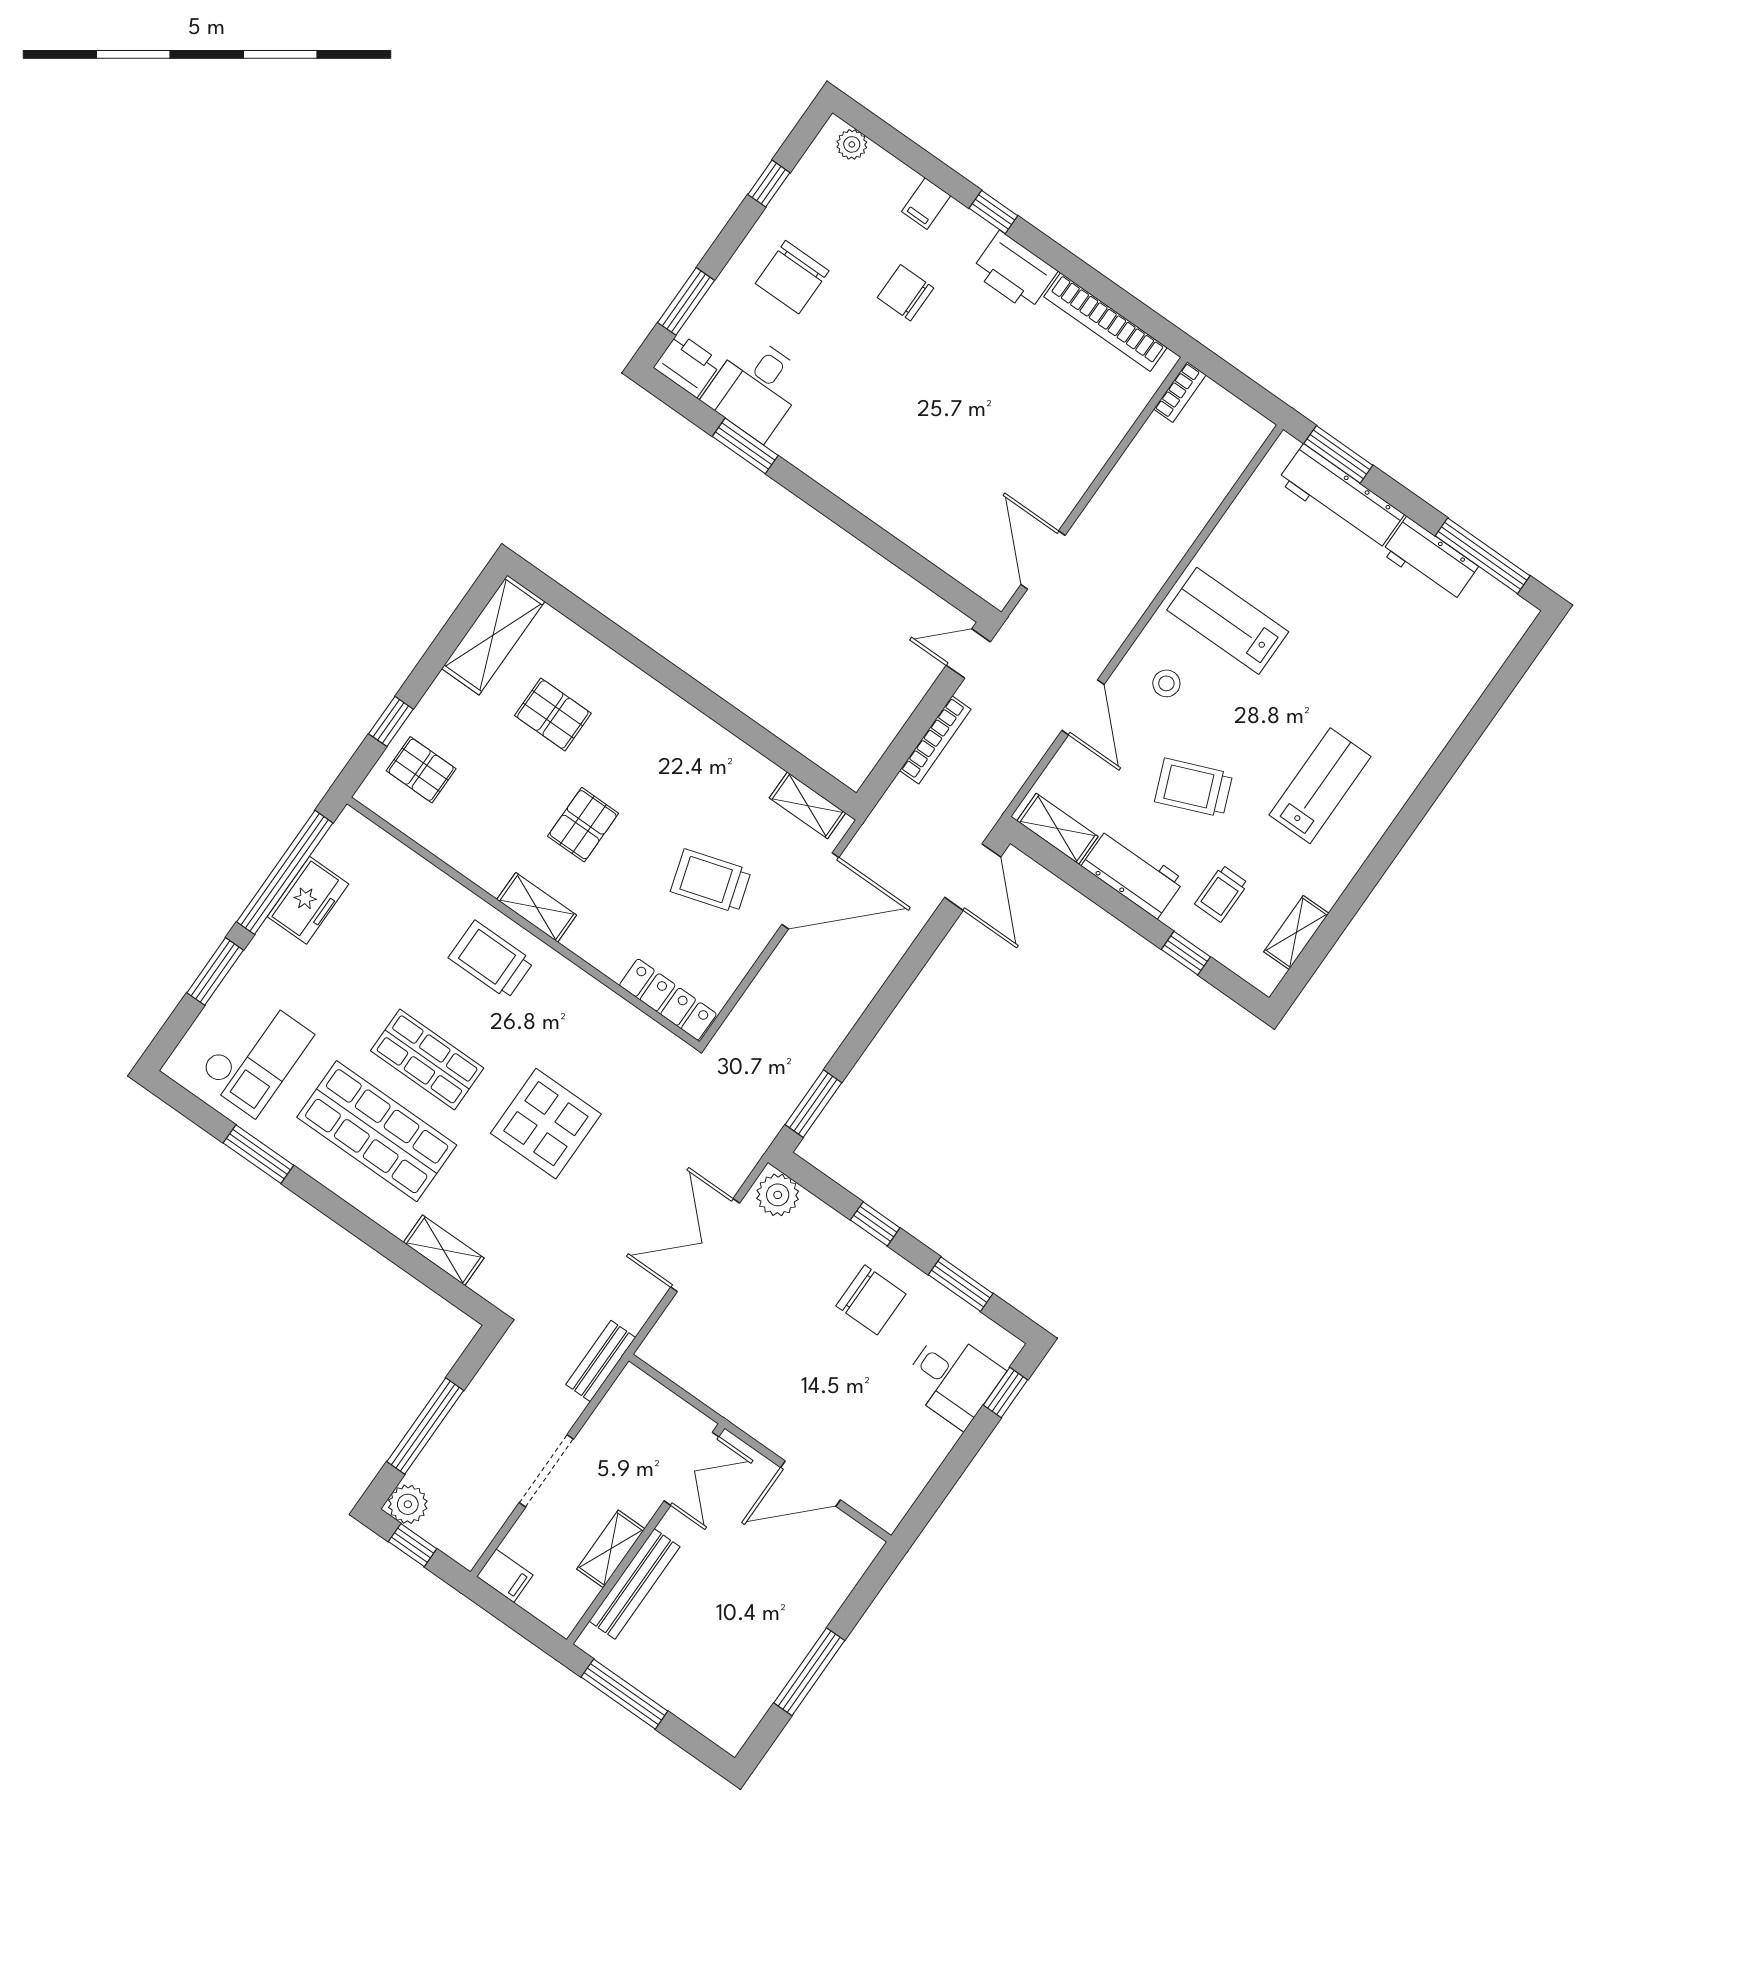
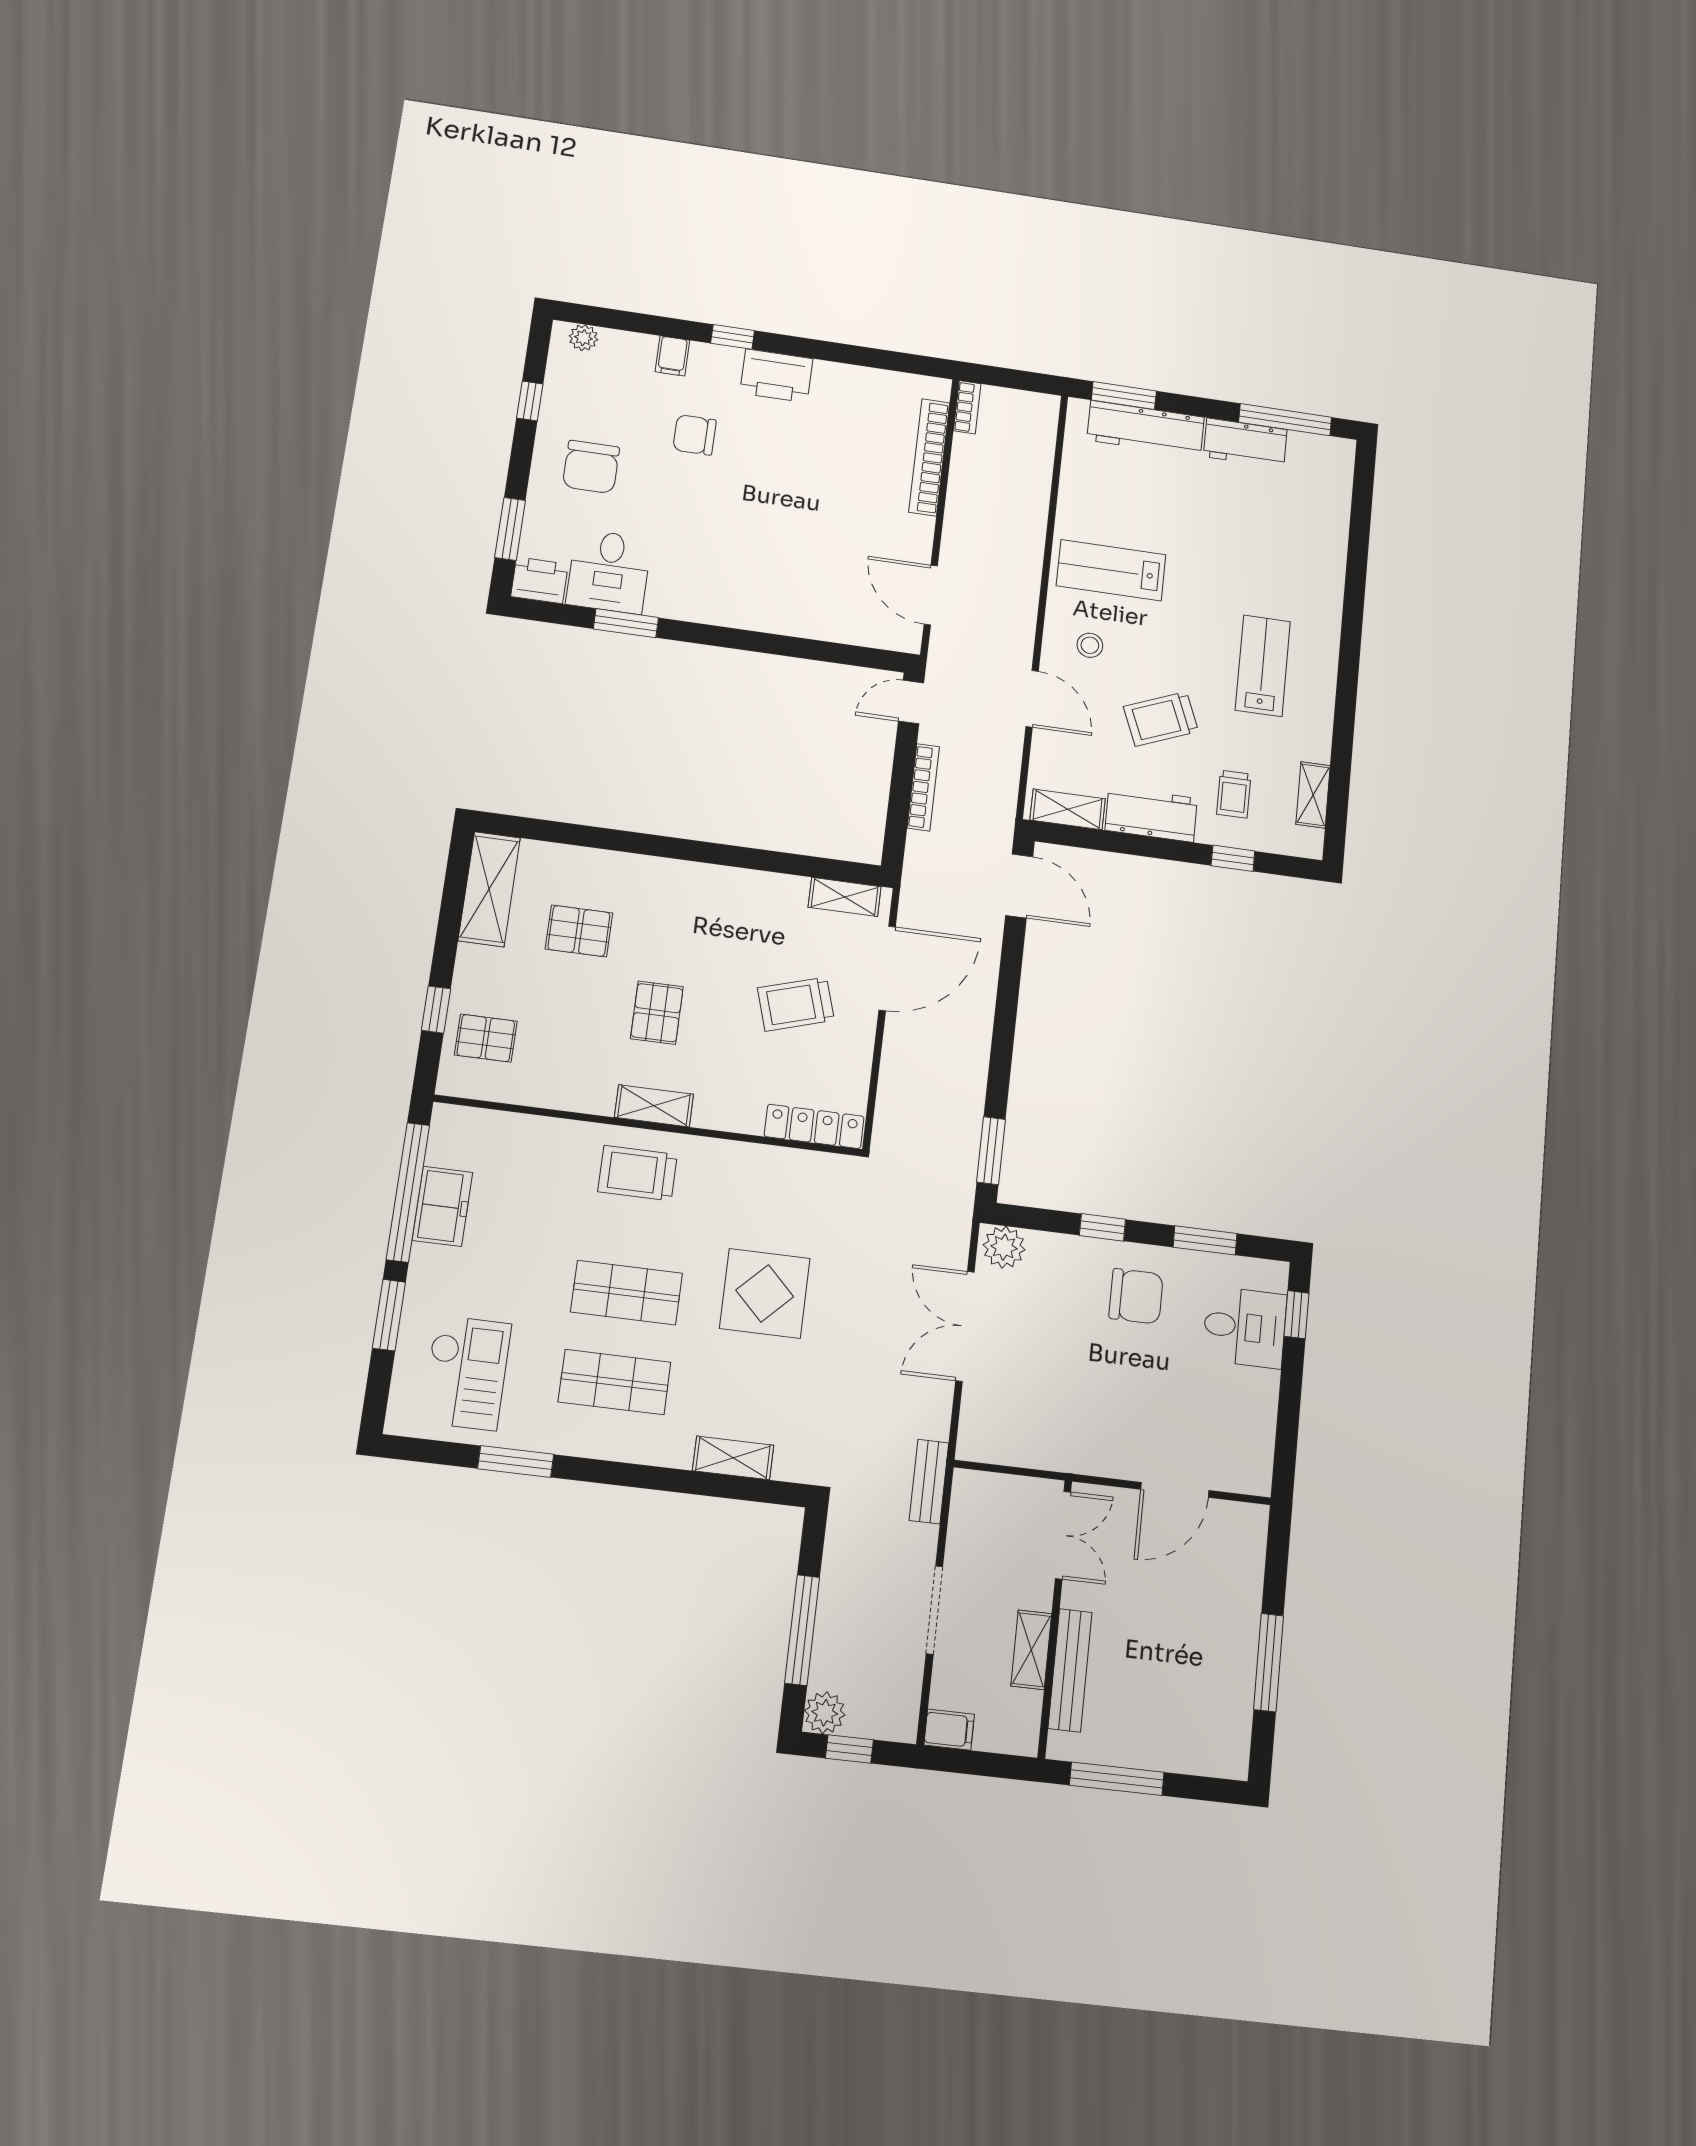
bookcase: (1105, 322) -> (929, 457), moved, turned 90
shop shelf: (377, 1131) -> (614, 1382), width x0.70, depth x0.74

